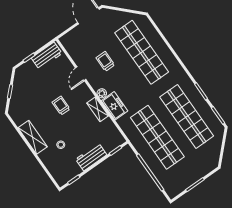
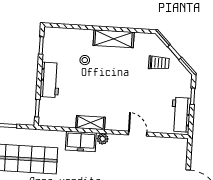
trolley: (105, 61) -> (131, 167), removed
trolley: (61, 106) -> (159, 63), moved

